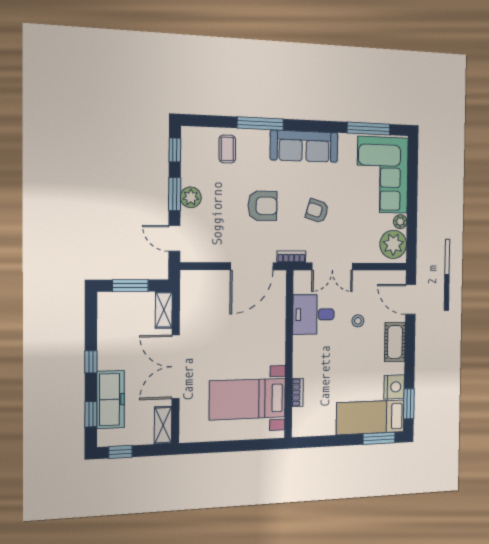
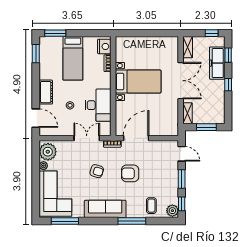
plant: (191, 197) -> (172, 211), moved
desk: (313, 314) -> (98, 105), width x1.37
nightstand: (394, 387) -> (104, 46), moved, turned 180
bed with nightstands: (248, 399) -> (138, 82), moved
bed: (370, 417) -> (73, 58), moved, turned 90

